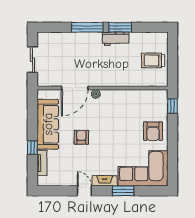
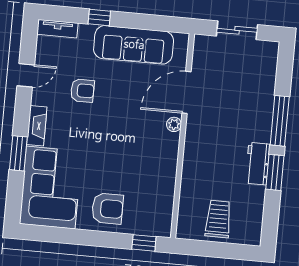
door: (75, 88) -> (186, 92), hinge flipped
armchair: (153, 131) -> (107, 209), turned 180
armchair: (81, 137) -> (82, 91), moved
tv unit: (42, 163) -> (57, 29), moved
door: (84, 191) -> (26, 75), moved

